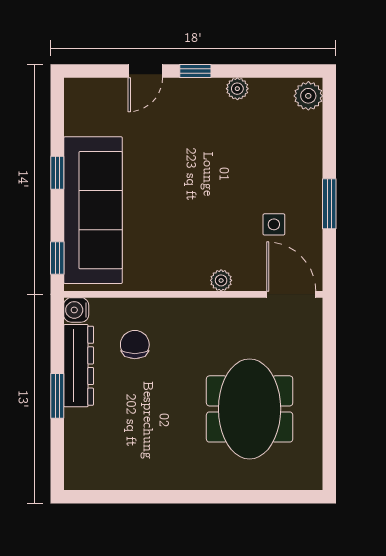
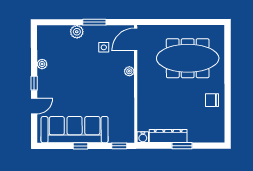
door: (145, 71) -> (34, 106), hinge flipped
plant: (308, 96) -> (77, 32), moved
sofa: (93, 210) -> (75, 130), moved
chair: (135, 345) -> (212, 100), moved
meeting table: (250, 409) -> (188, 58), width x1.36

